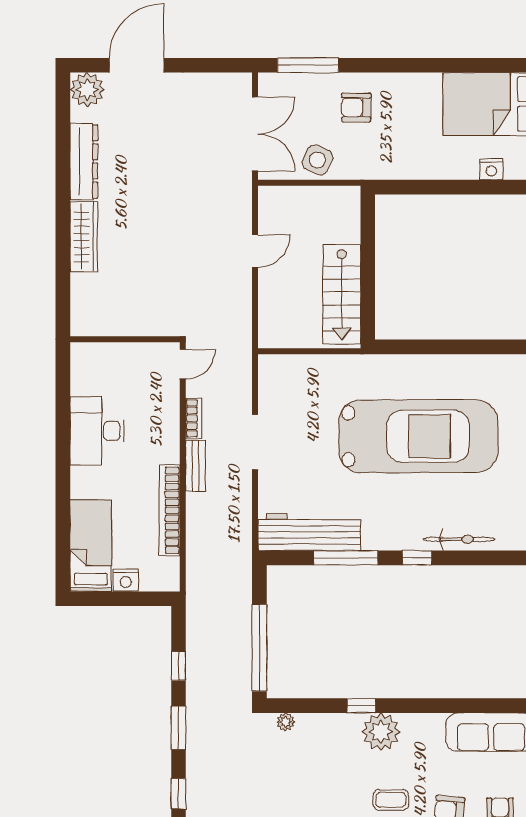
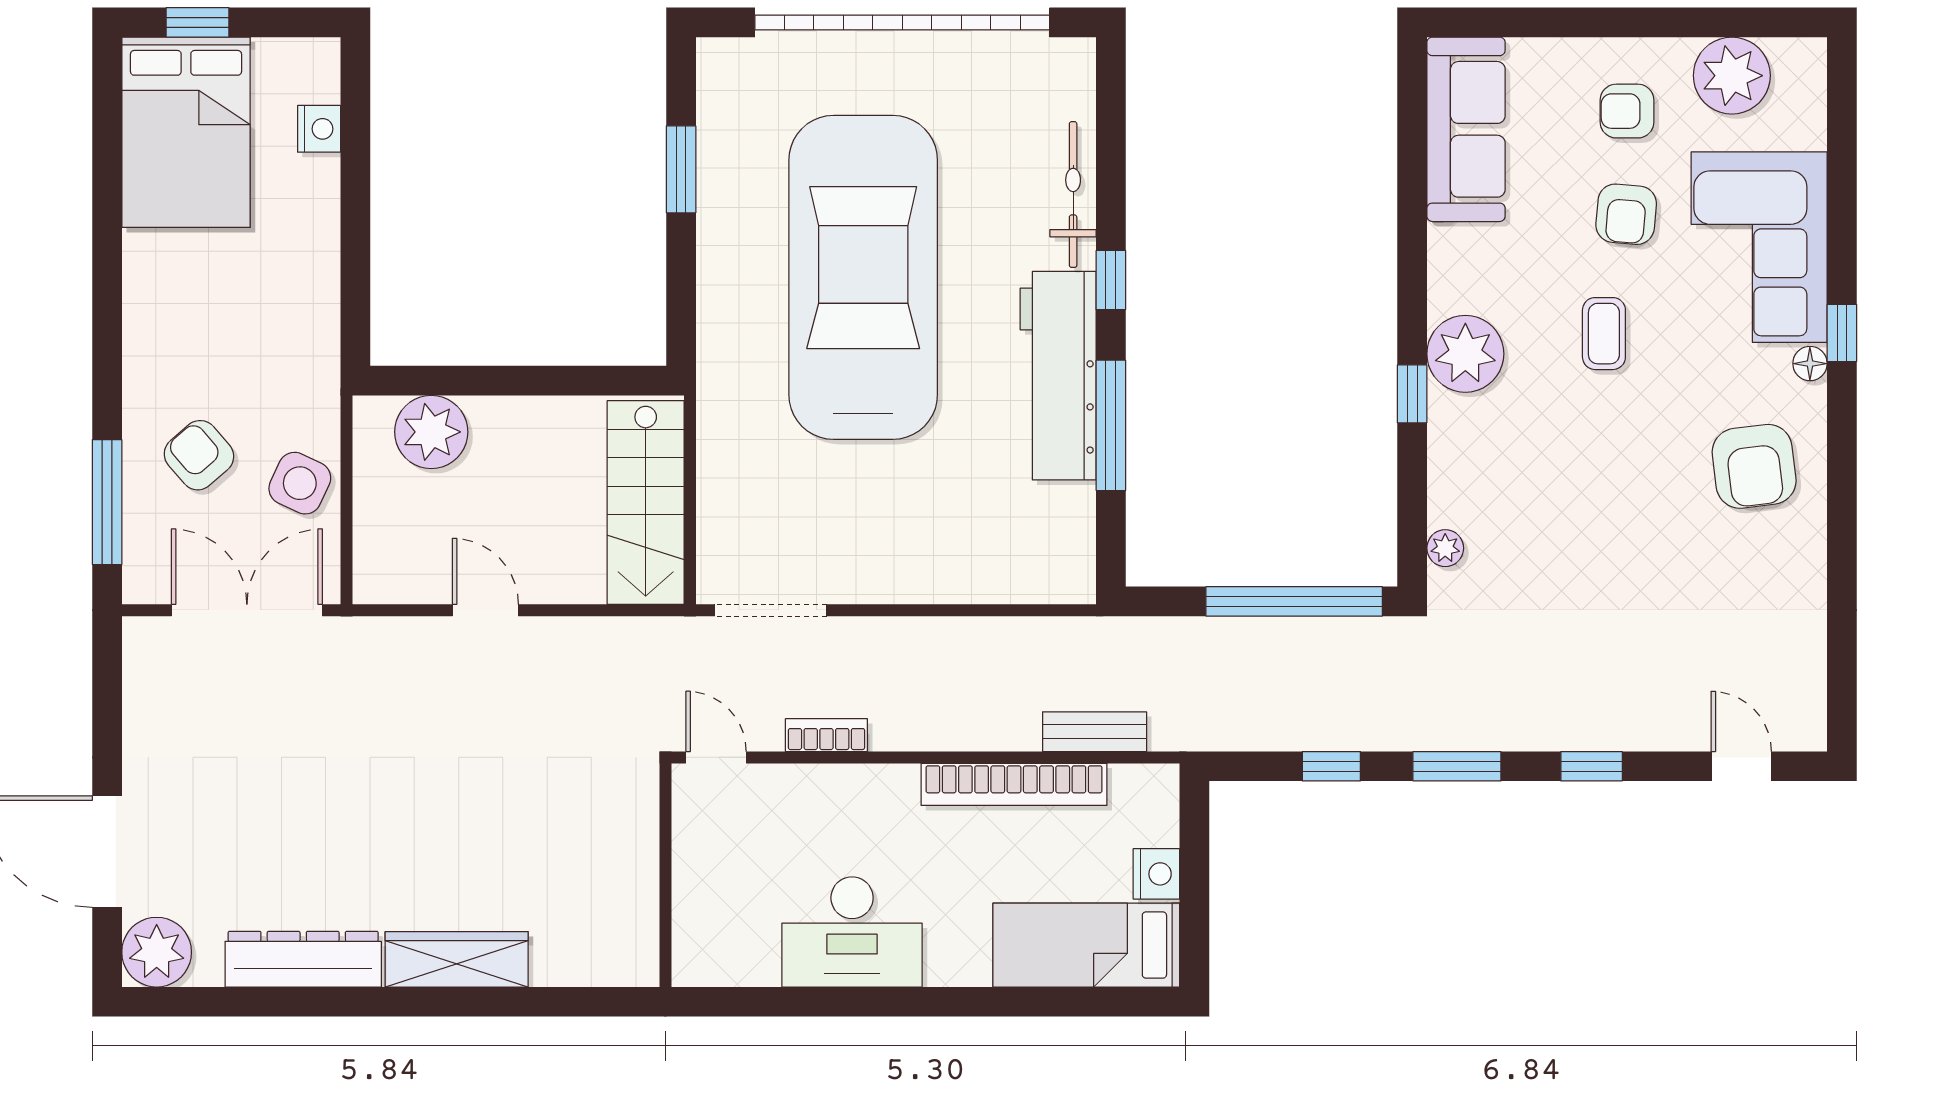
armchair: (356, 107) -> (199, 455), moved, turned 139
plant: (343, 224) -> (431, 432), added
stairs: (342, 294) -> (646, 503), moved, turned 90
window: (471, 347) -> (681, 169), added
doorway: (255, 442) -> (771, 610), moved
bench: (195, 466) -> (1095, 732), moved
workbench: (309, 532) -> (1058, 376), moved

